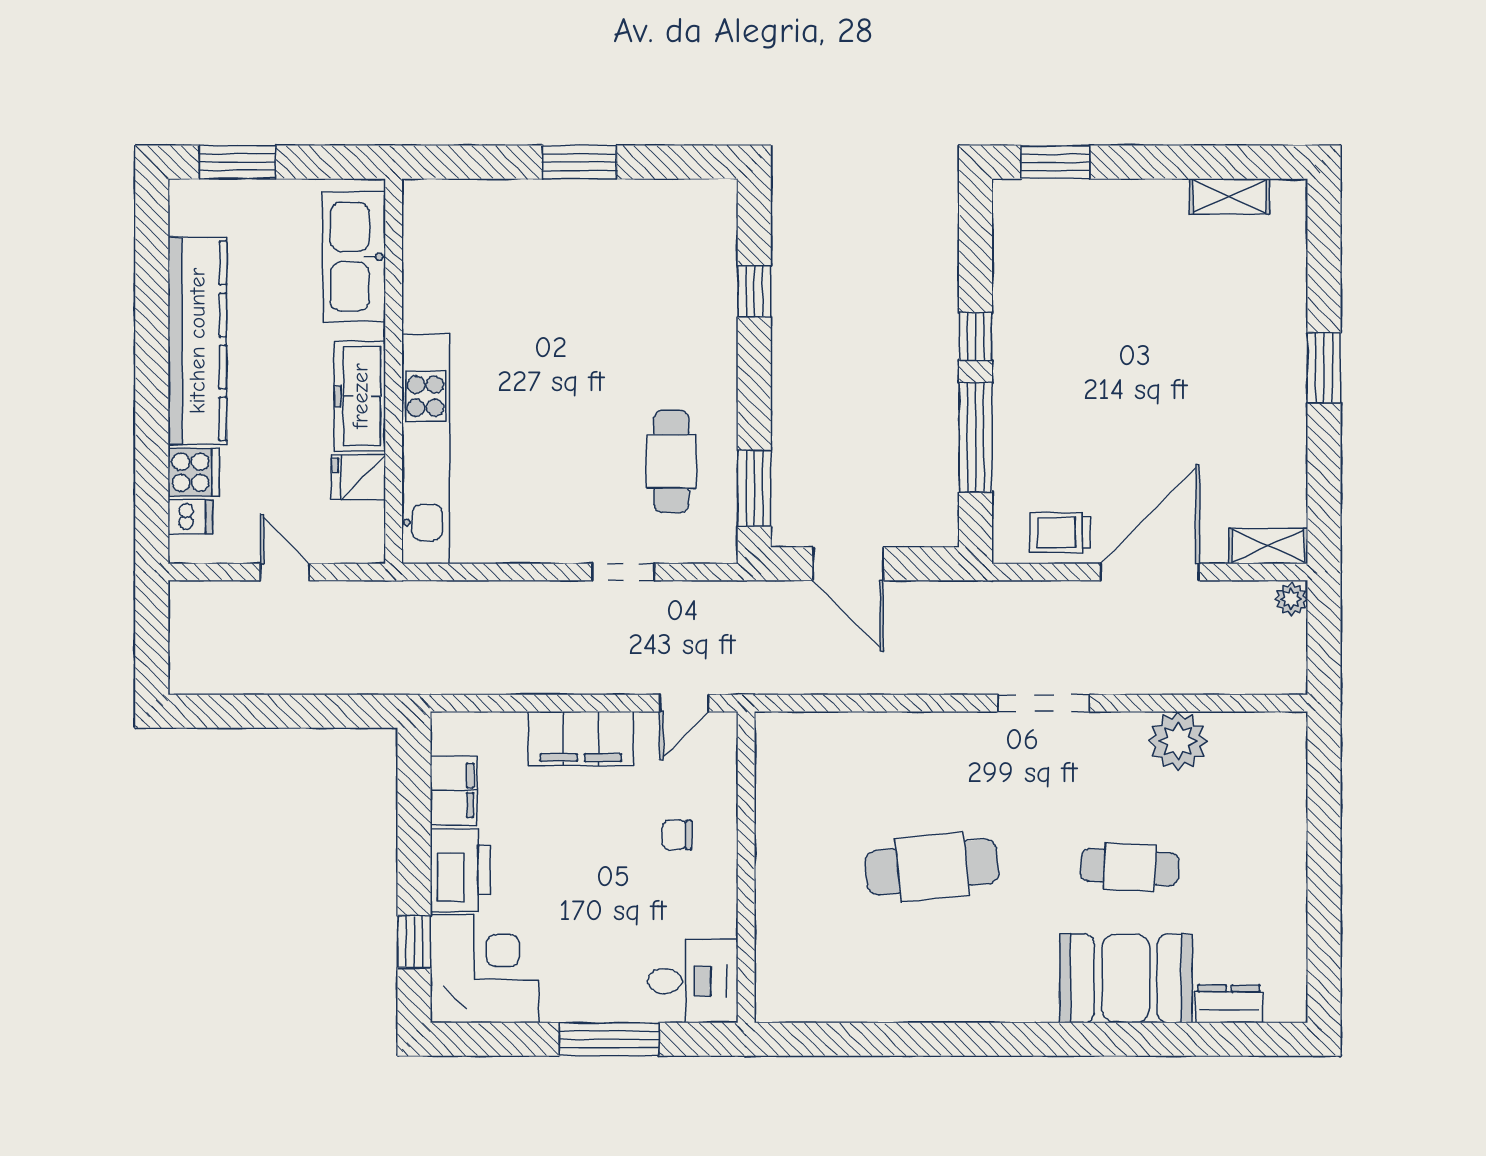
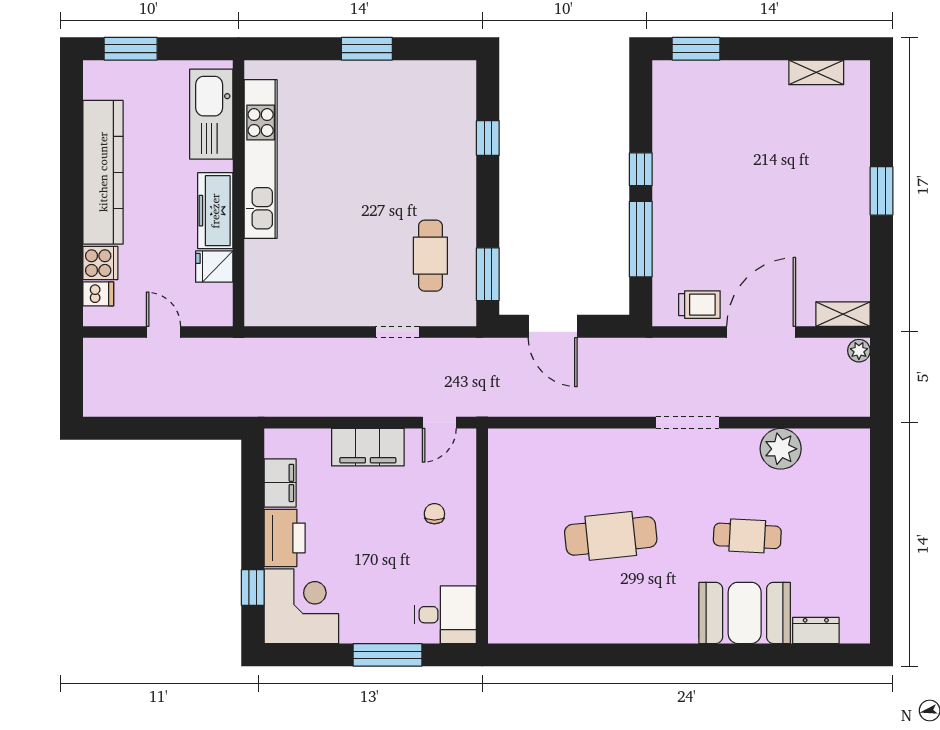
kitchen unit: (426, 449) -> (261, 159), moved
trolley: (1061, 532) -> (699, 305), turned 180
chair: (677, 835) -> (434, 514), turned 90

